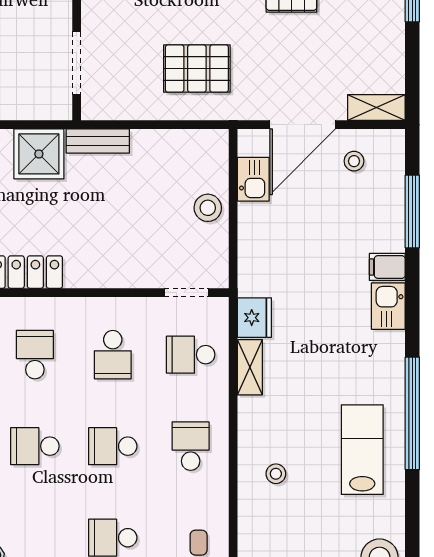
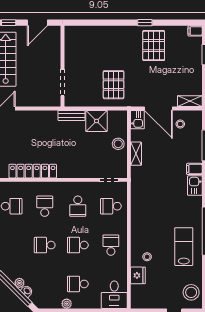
pallet: (197, 69) -> (114, 85), turned 90
door: (303, 125) -> (158, 109), hinge flipped
shower: (39, 154) -> (96, 121), moved
kitchen sink: (253, 179) -> (137, 120), moved
fridge: (254, 318) -> (138, 275), moved
shelving: (250, 367) -> (136, 154), moved

